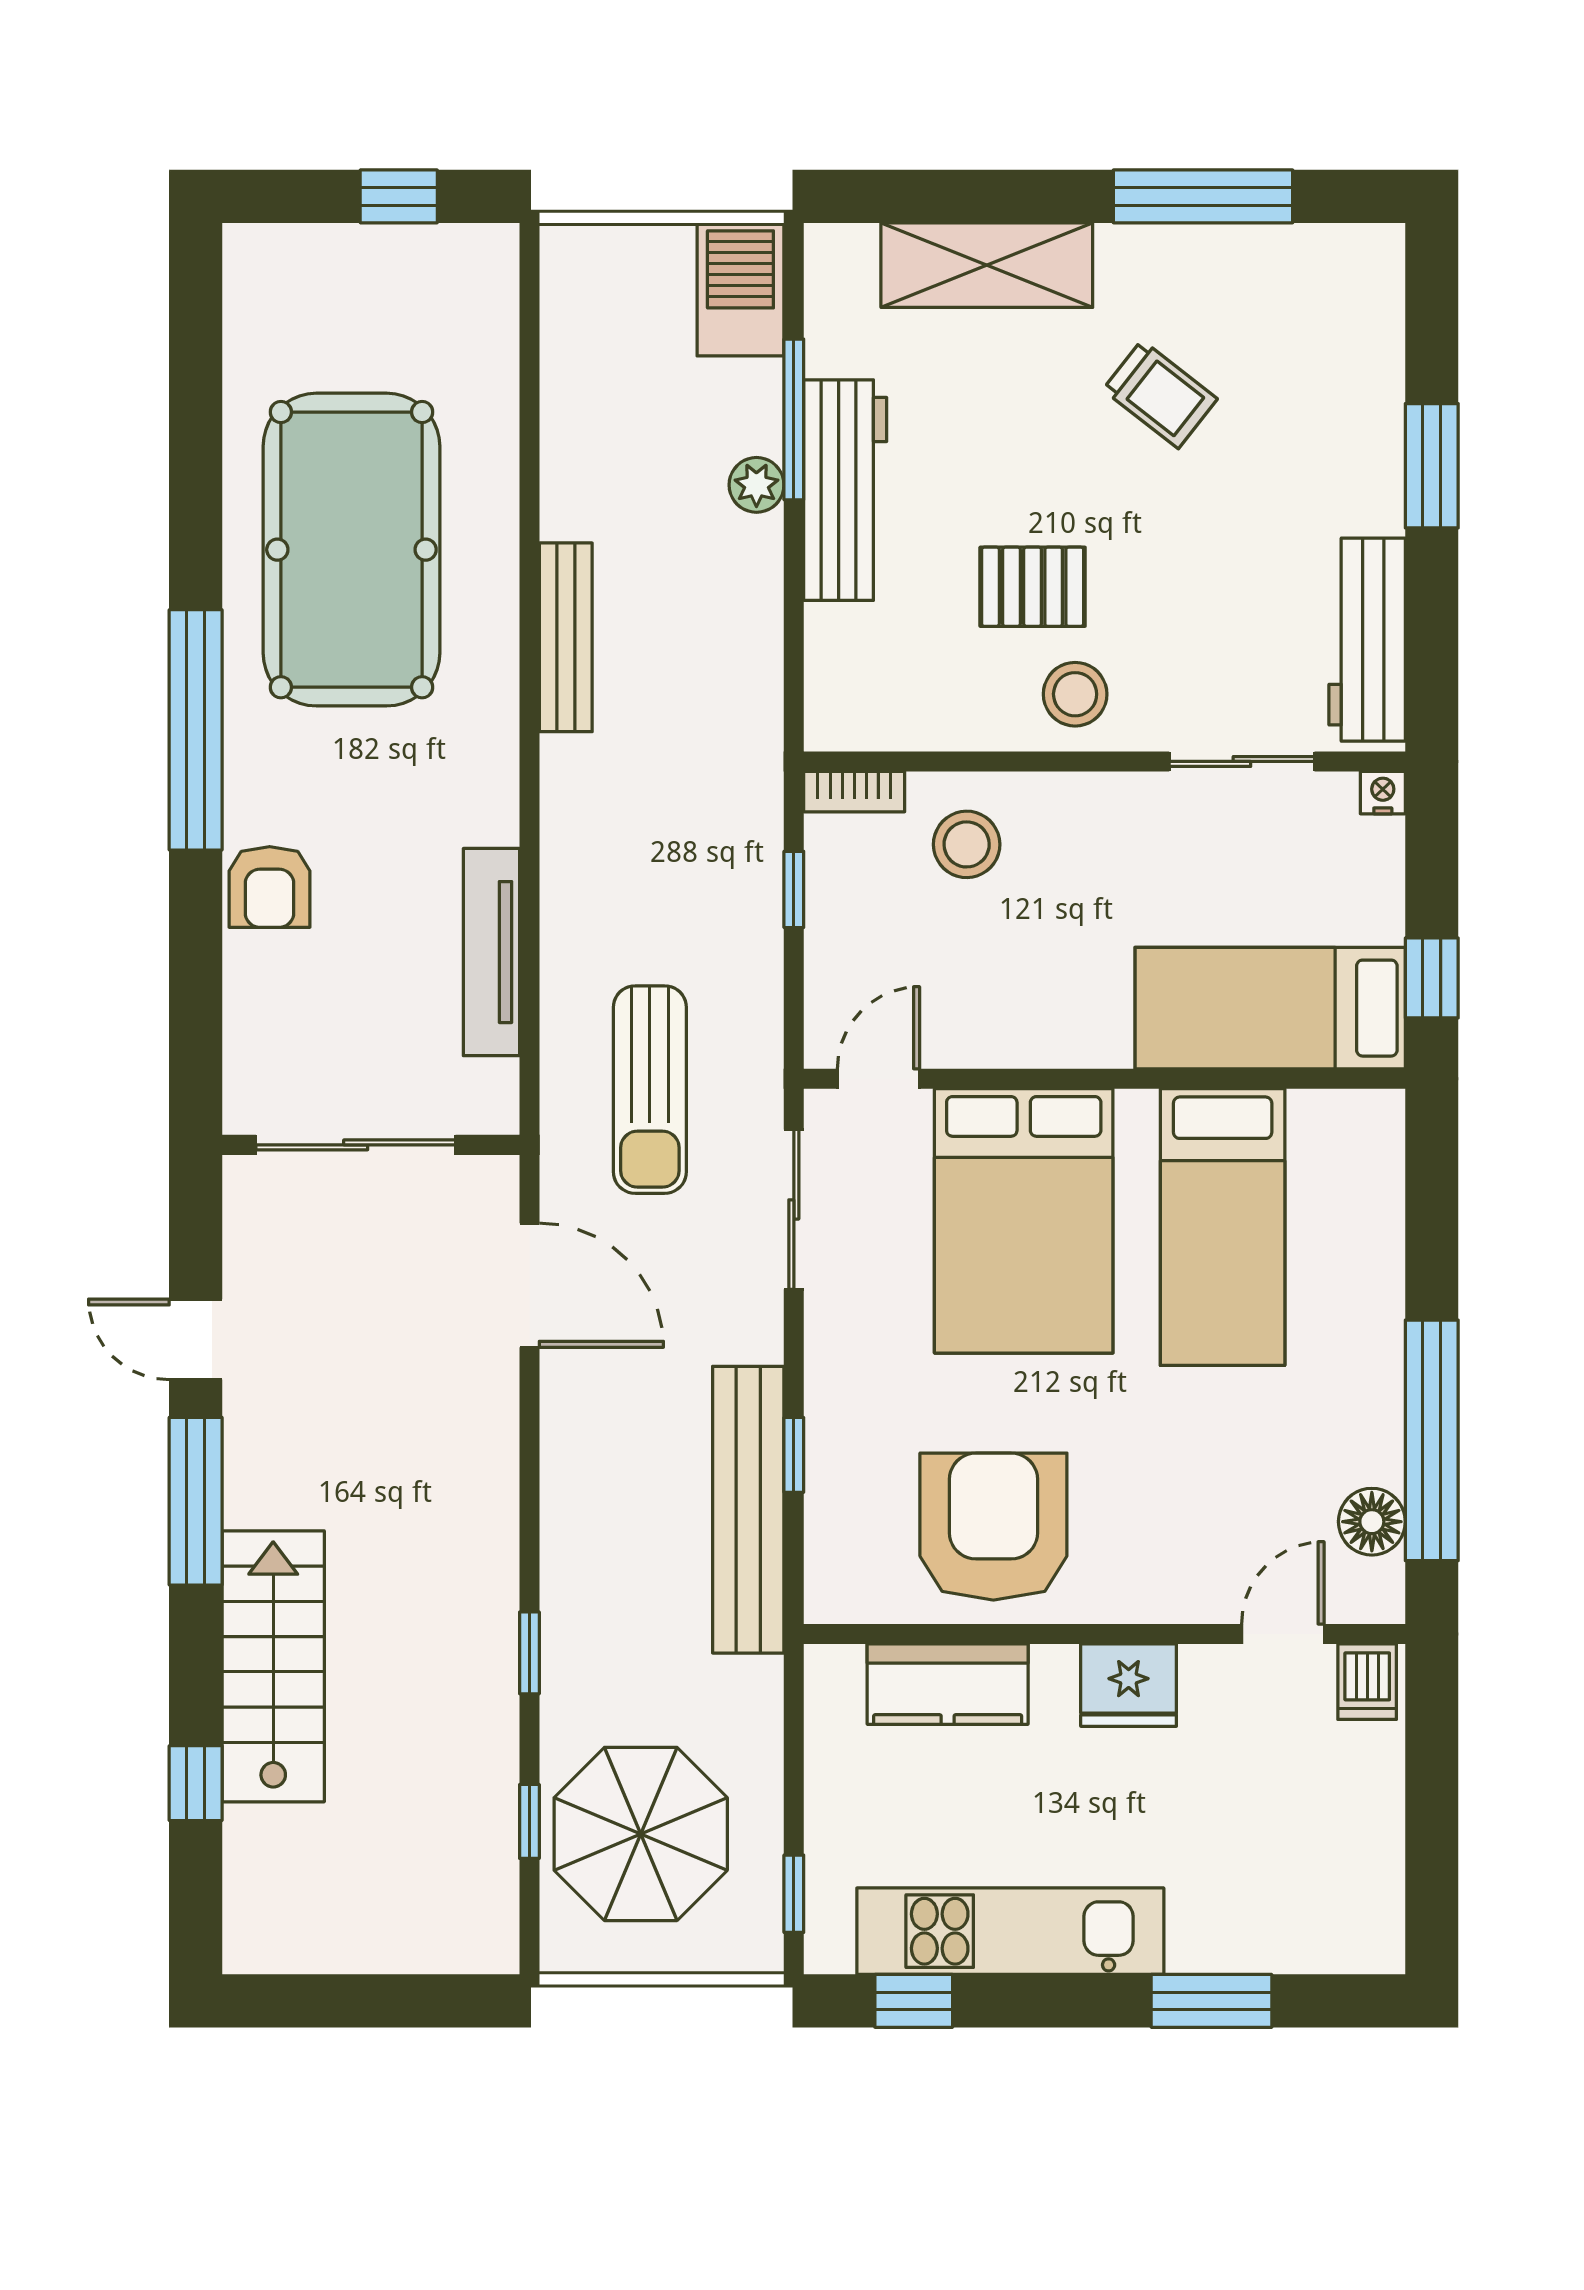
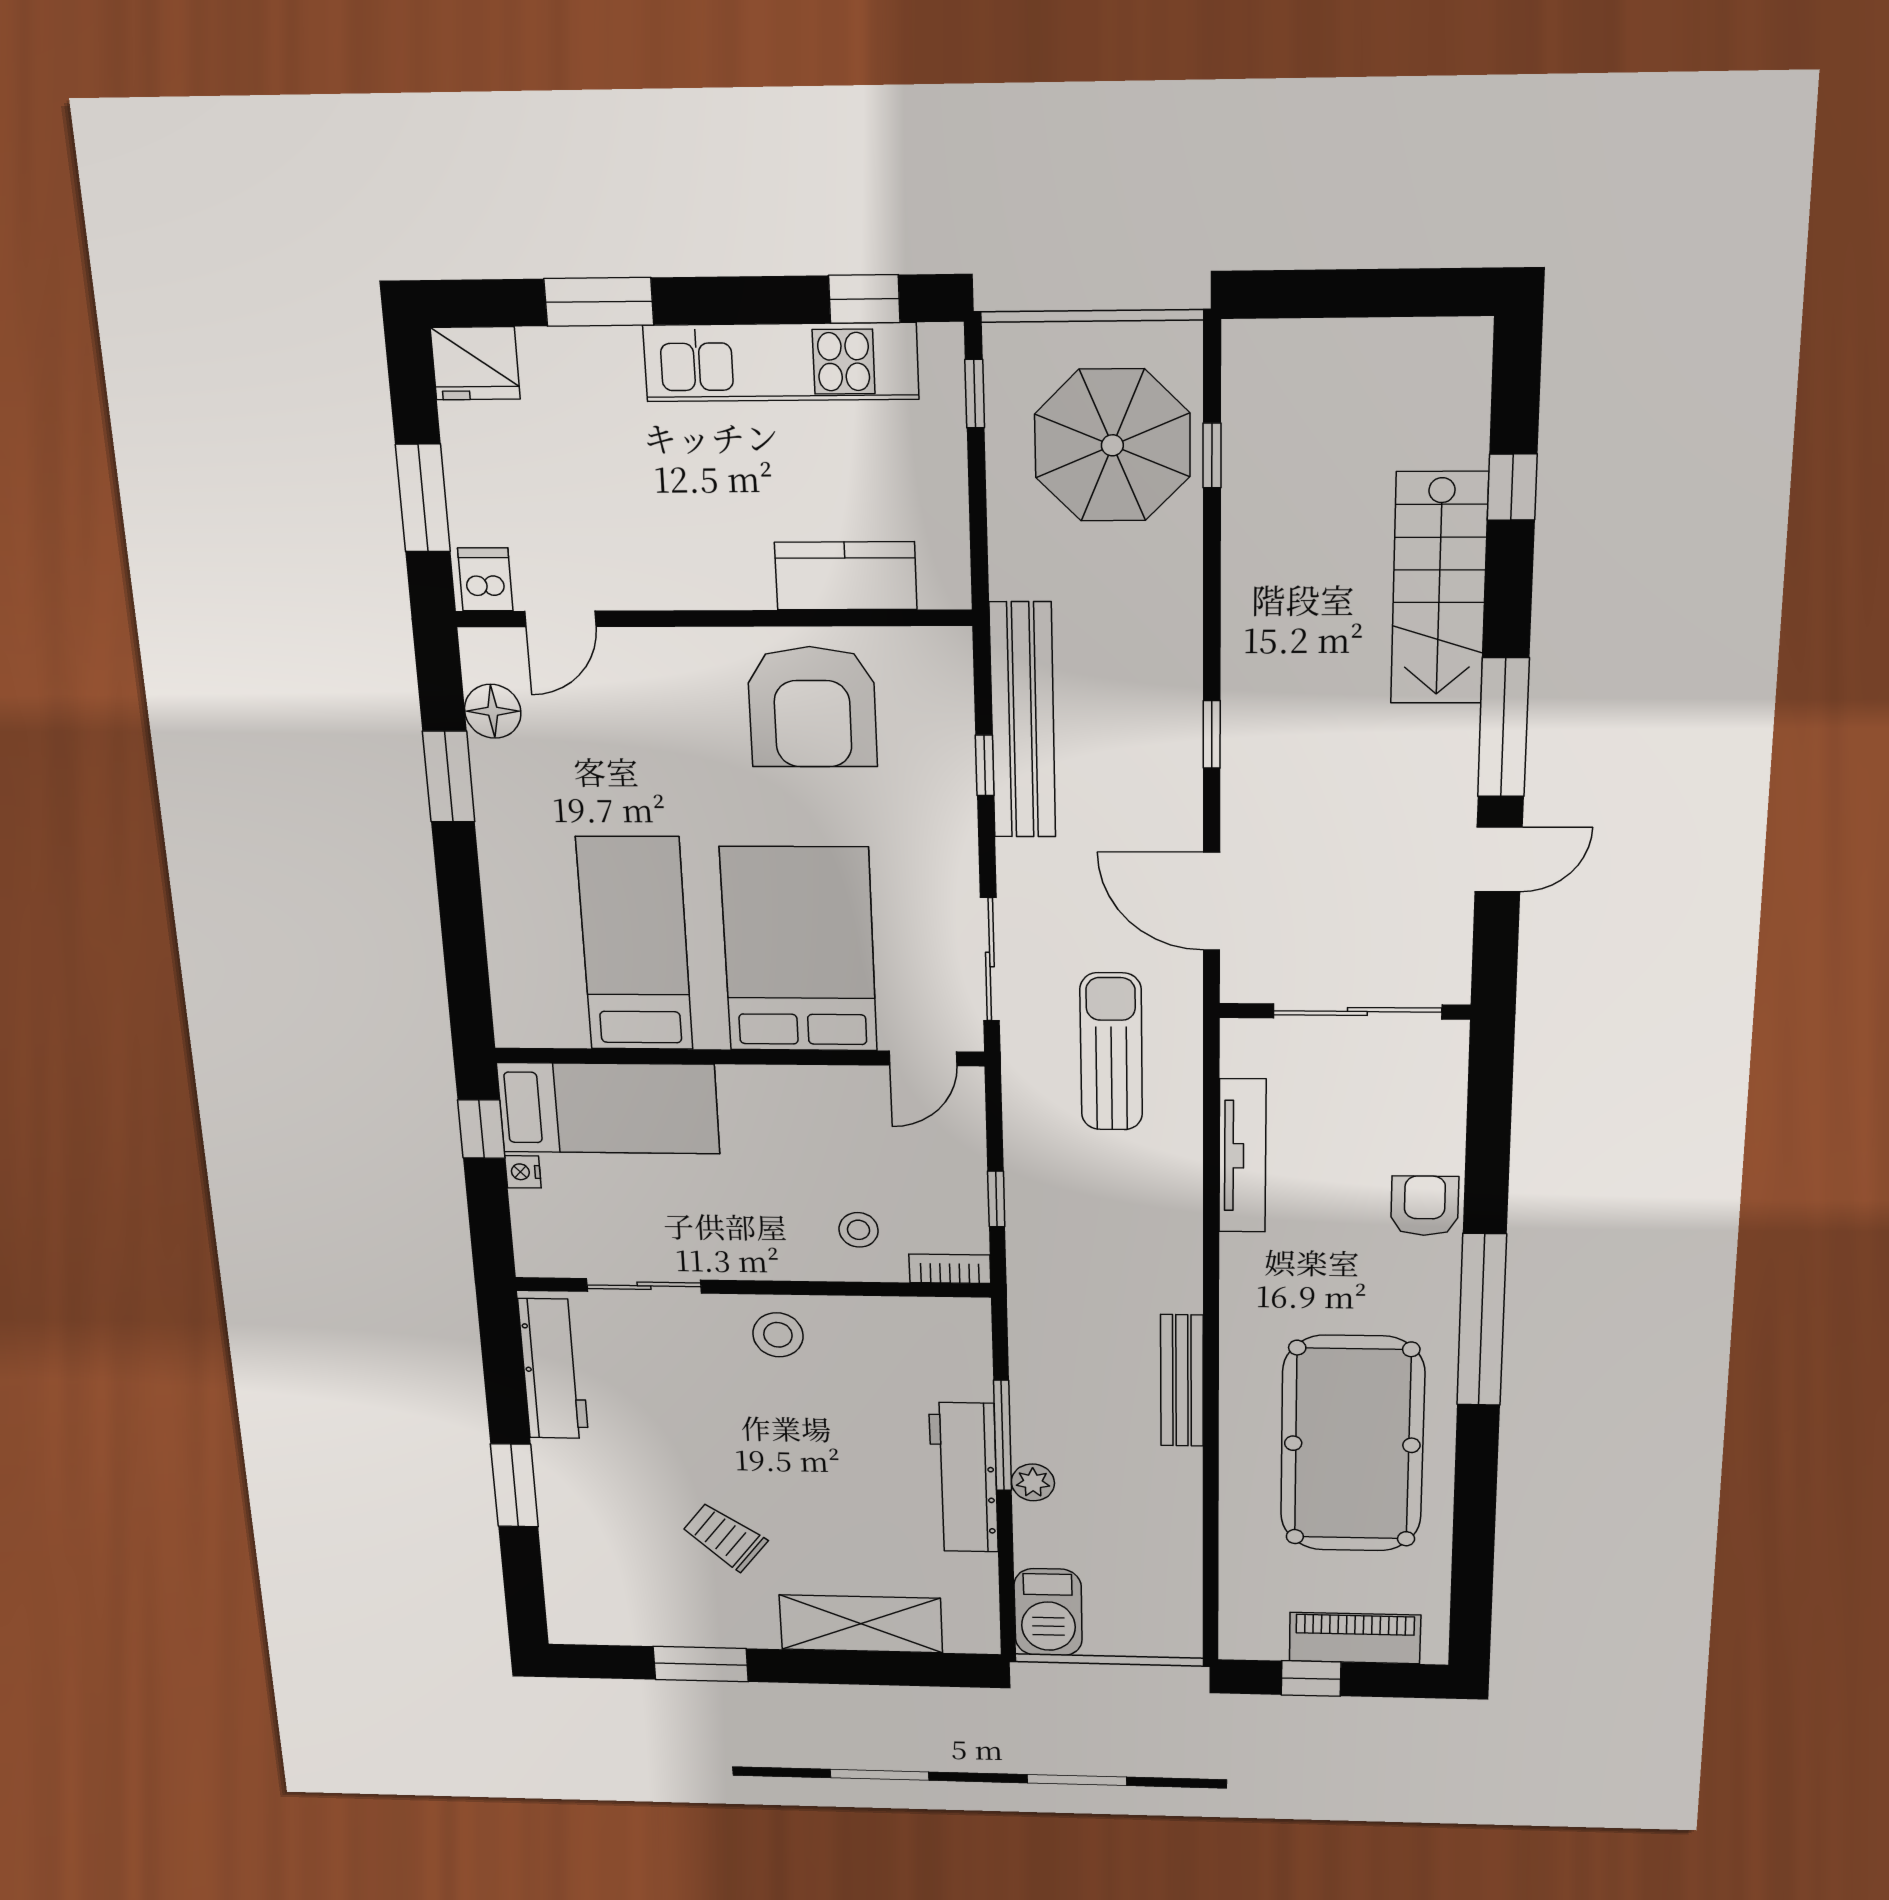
window: (1203, 196) -> (701, 1664), width x0.69
piano: (343, 260) -> (1355, 1638), added
window: (794, 419) -> (1003, 1436), moved
pallet: (1033, 587) -> (815, 1409), removed
nightstand: (1383, 793) -> (523, 1172), moved, turned 90
stool: (967, 844) -> (859, 1230), width x0.73, depth x0.73
door: (196, 1339) -> (1498, 859), hinge flipped
window: (1432, 1440) -> (449, 777), width x0.47
window: (529, 1653) -> (1212, 734), moved
fridge: (1129, 1685) -> (475, 363), moved, turned 180
window: (1432, 1778) -> (423, 498), added

